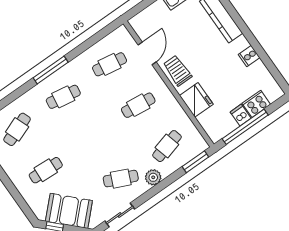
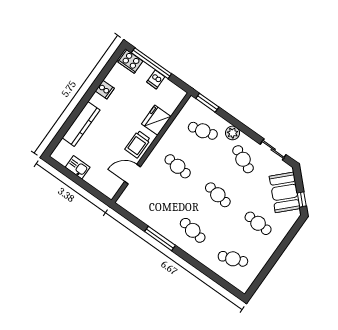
cafe table: (110, 64) -> (218, 195), moved
window: (51, 70) -> (160, 238), moved
cooker: (256, 104) -> (130, 62), moved
window: (245, 127) -> (151, 63), moved

